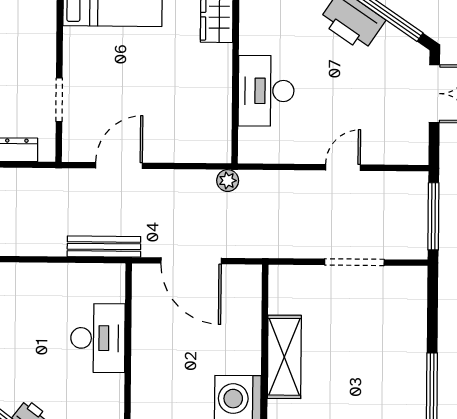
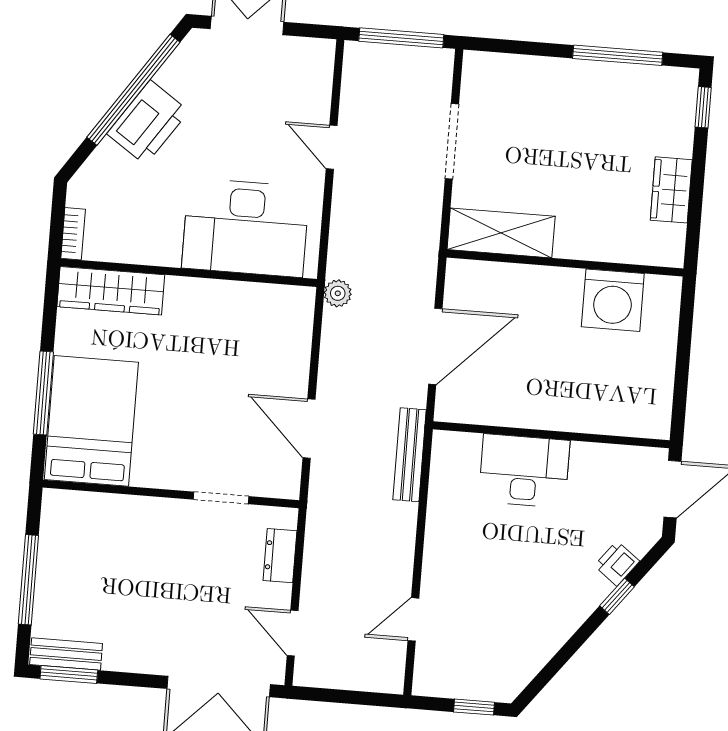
desk: (266, 91) -> (245, 228), width x1.36, depth x1.30
shelving: (284, 357) -> (501, 233), moved

